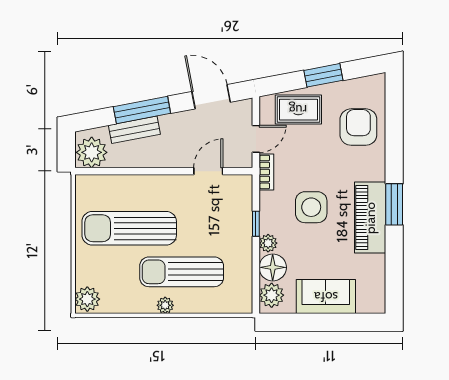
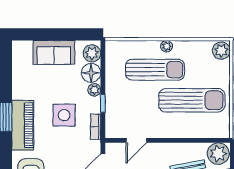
bookcase: (266, 172) -> (96, 127), moved
piano: (370, 218) -> (23, 125), moved

